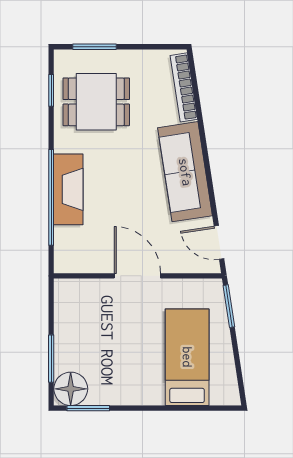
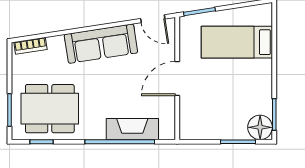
bookcase: (184, 87) -> (30, 46), width x0.64
dining table: (96, 102) -> (50, 109), width x1.38
fireplace: (68, 189) -> (132, 129), moved
door: (219, 242) -> (153, 19), hinge flipped

